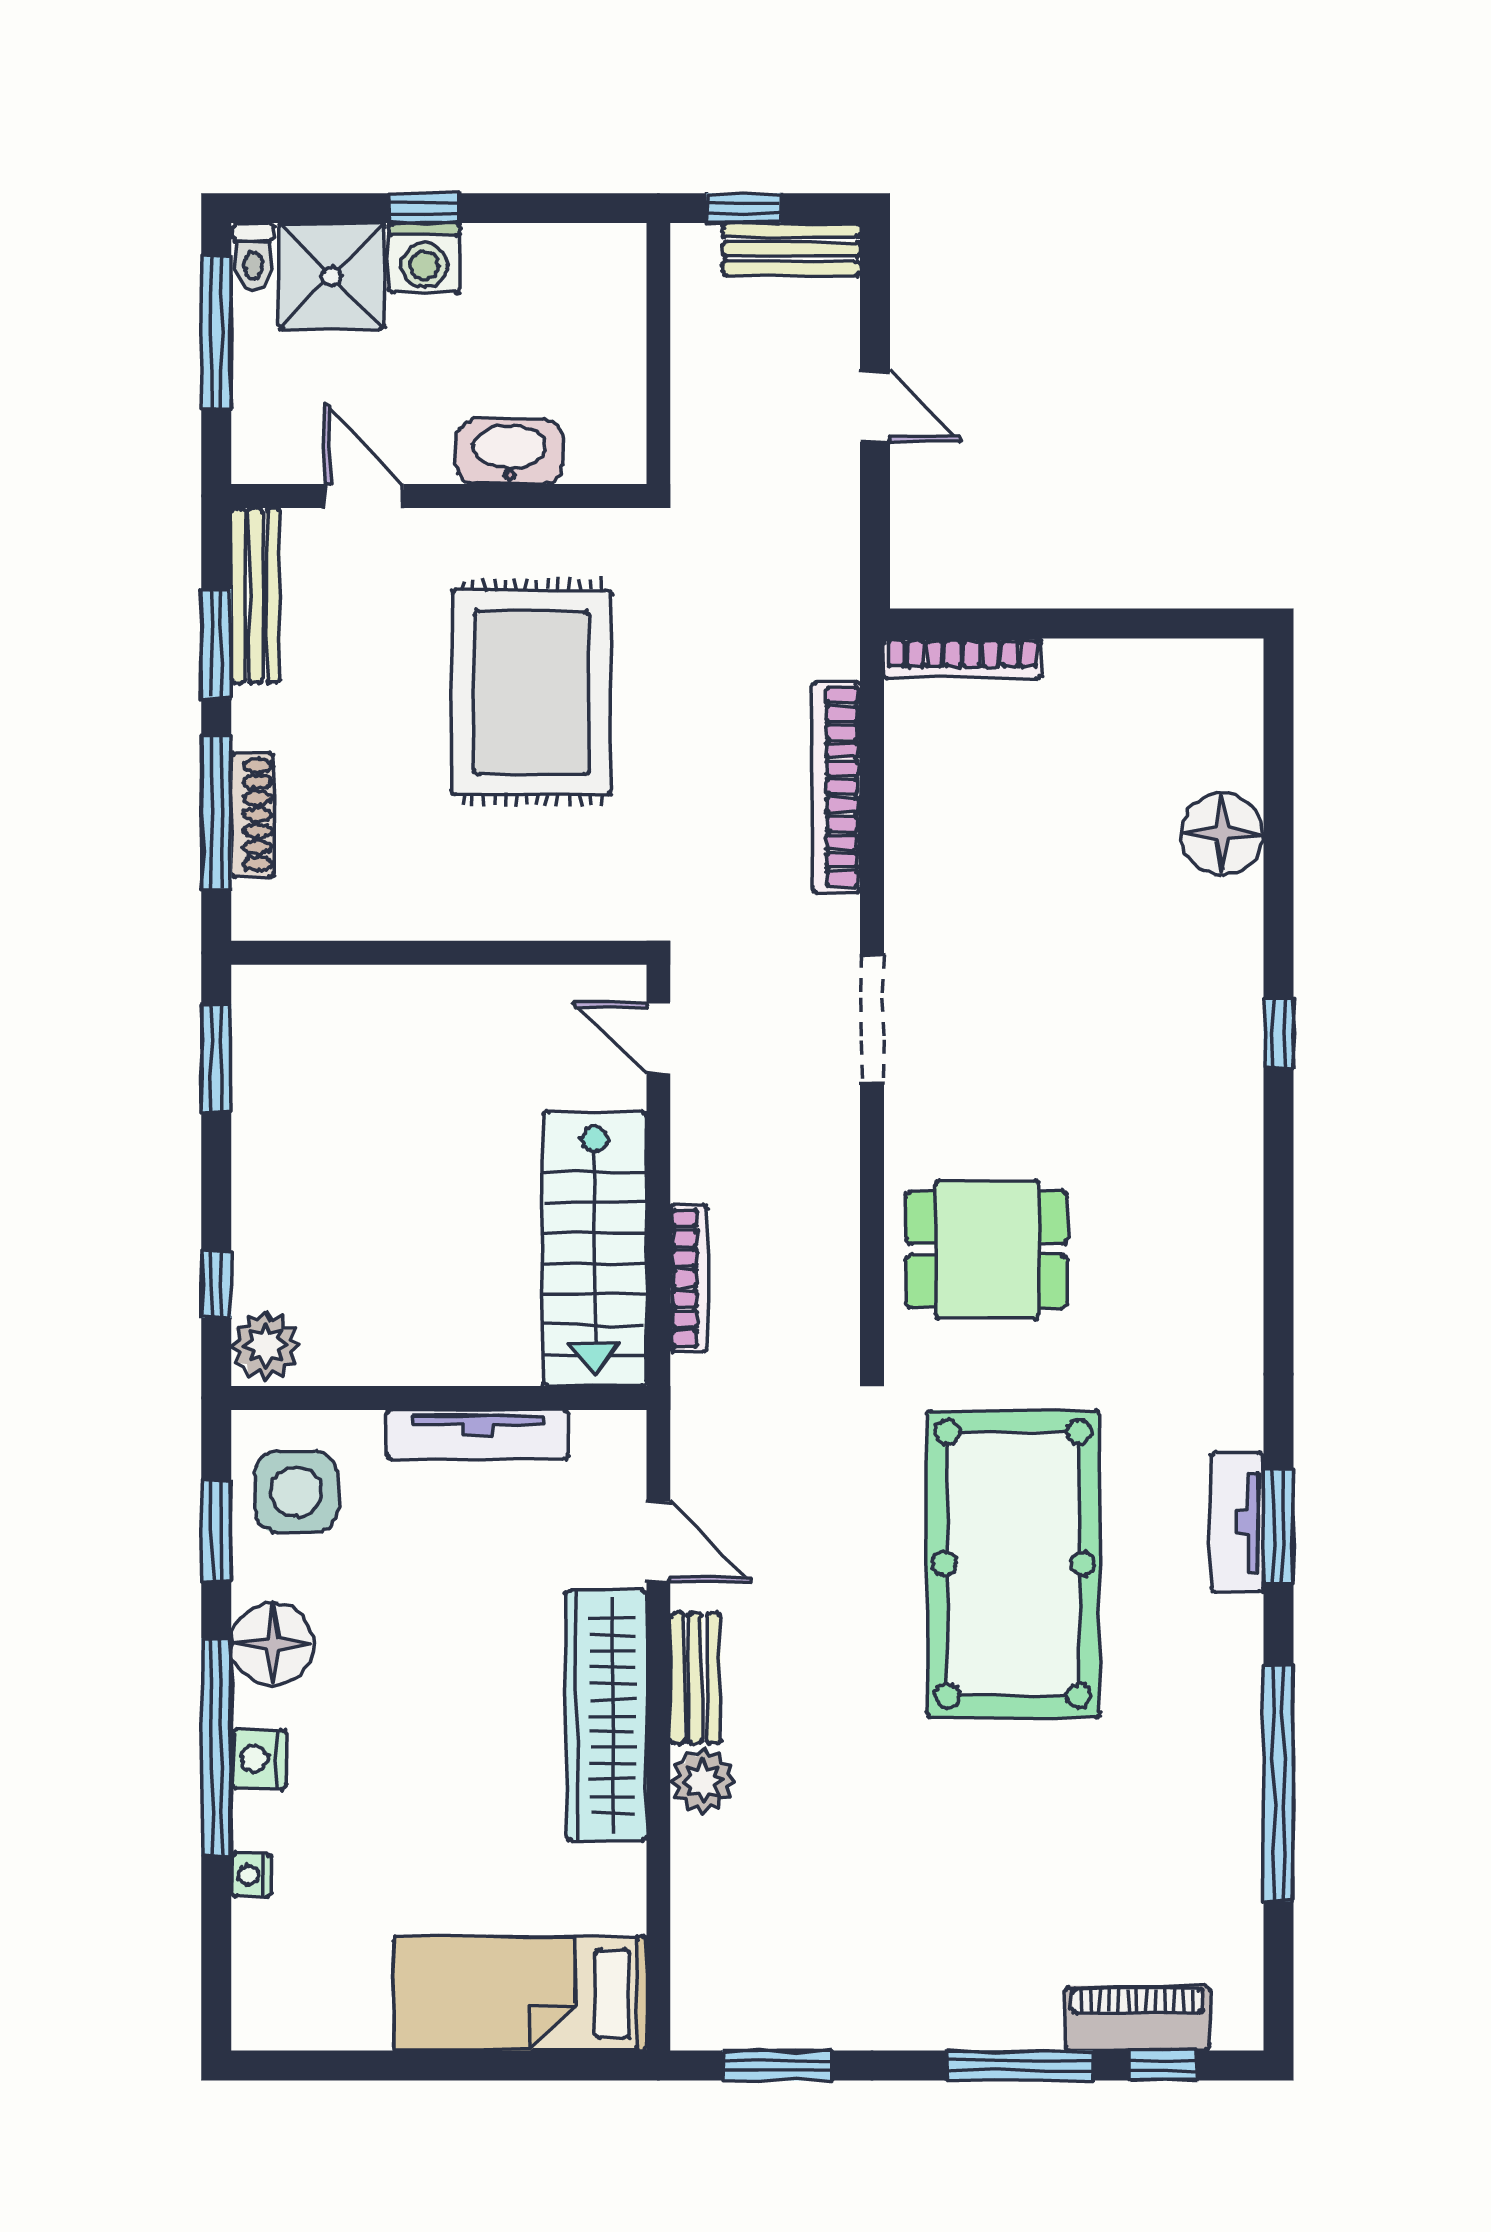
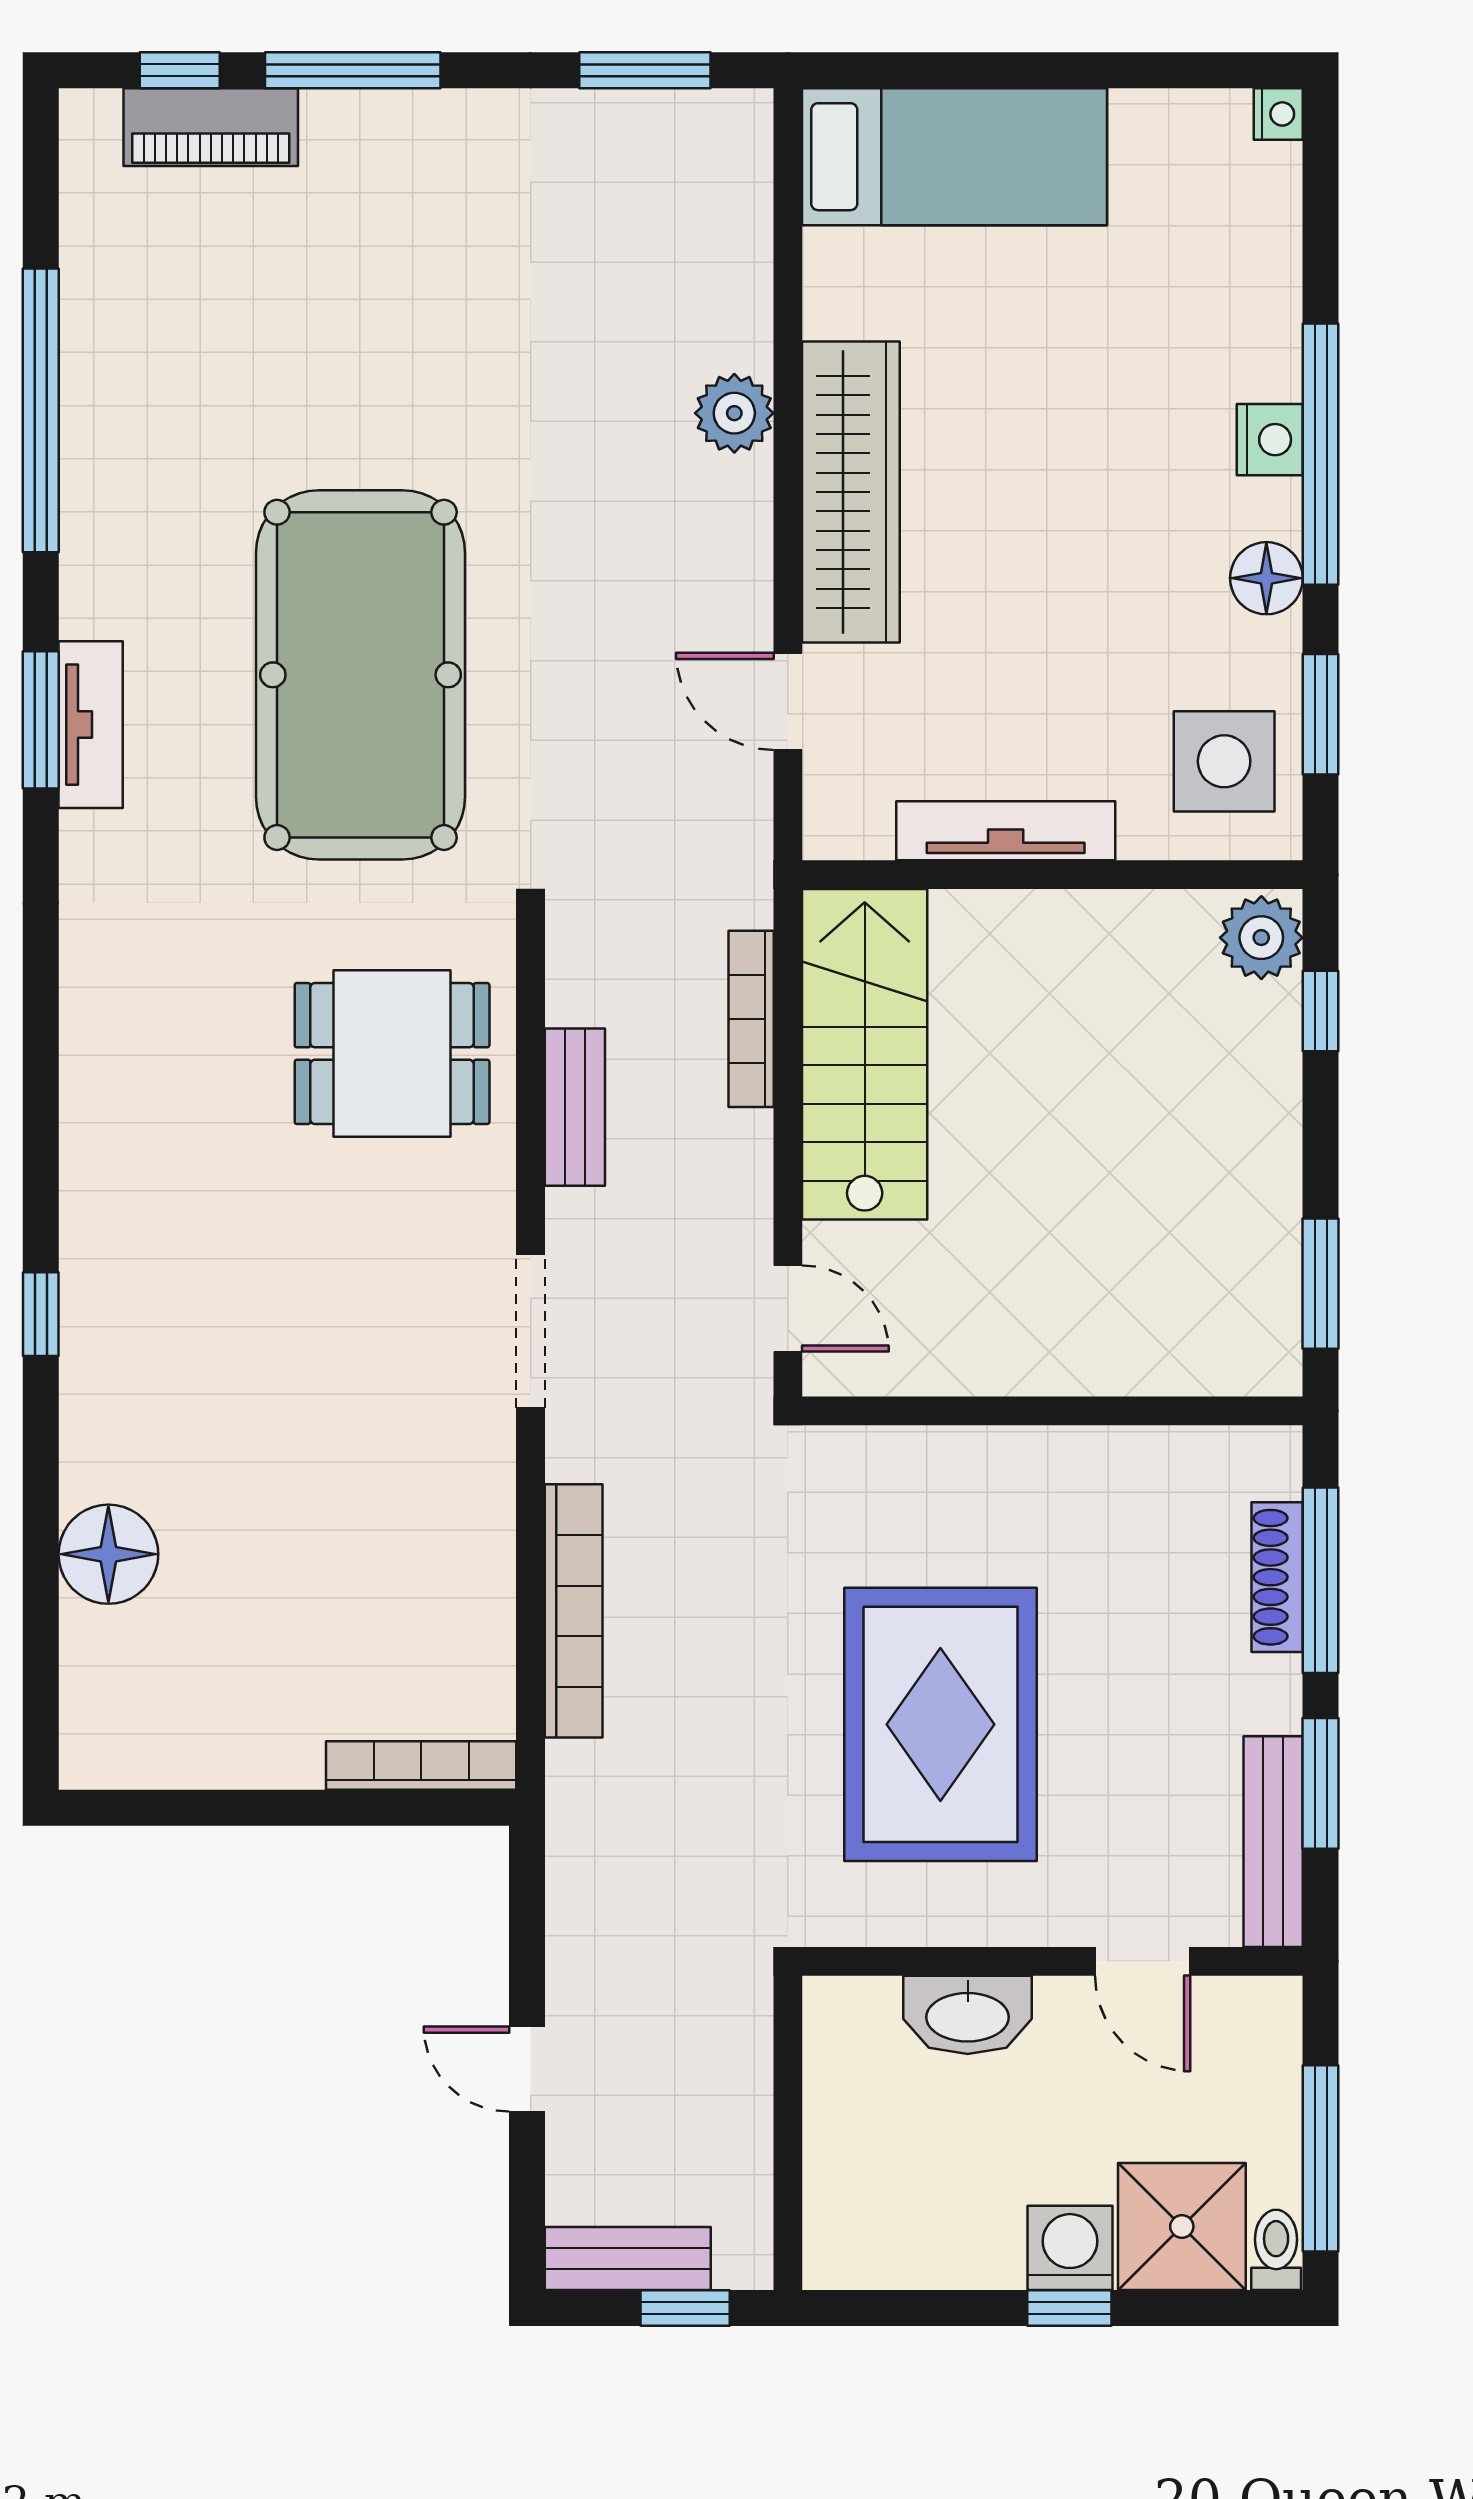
floor lamp: (272, 1644) -> (1266, 578), width x0.73, depth x0.73
bench: (695, 1678) -> (575, 1107), moved
nightstand: (251, 1875) -> (1278, 114), moved

